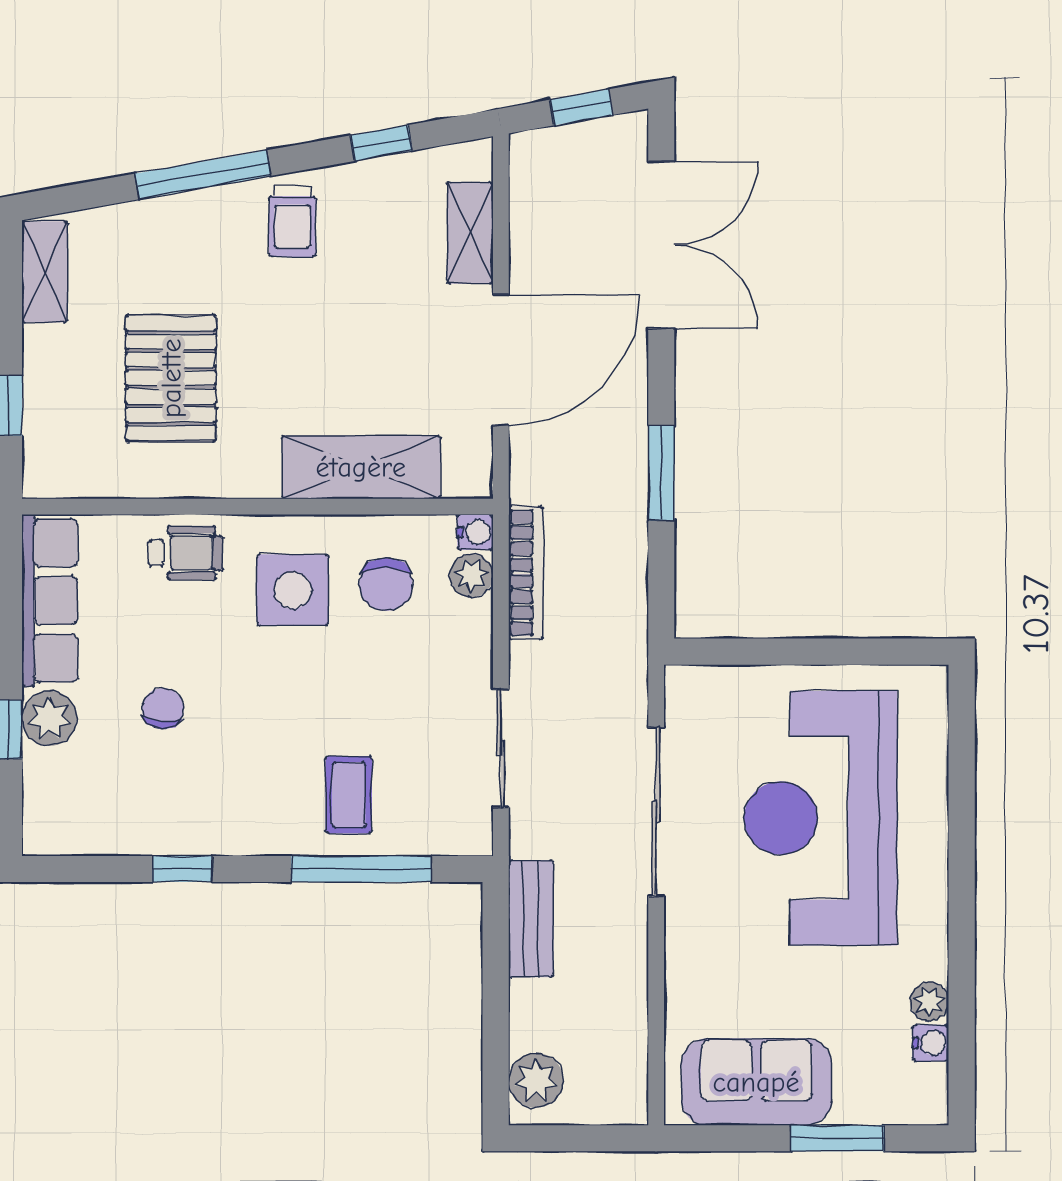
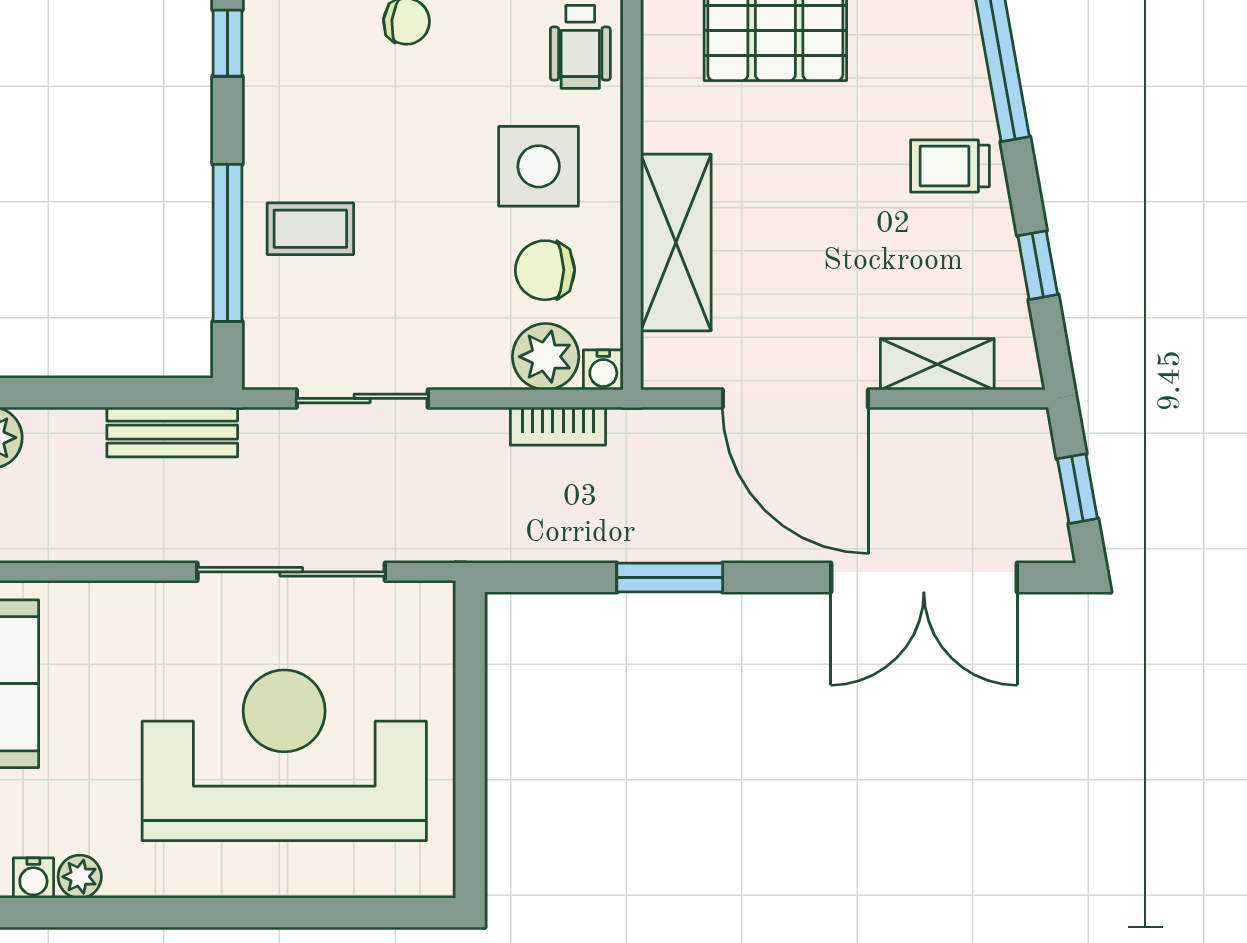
bookcase: (526, 573) -> (558, 426), width x0.64
plant: (471, 576) -> (546, 357), width x1.38, depth x1.38

